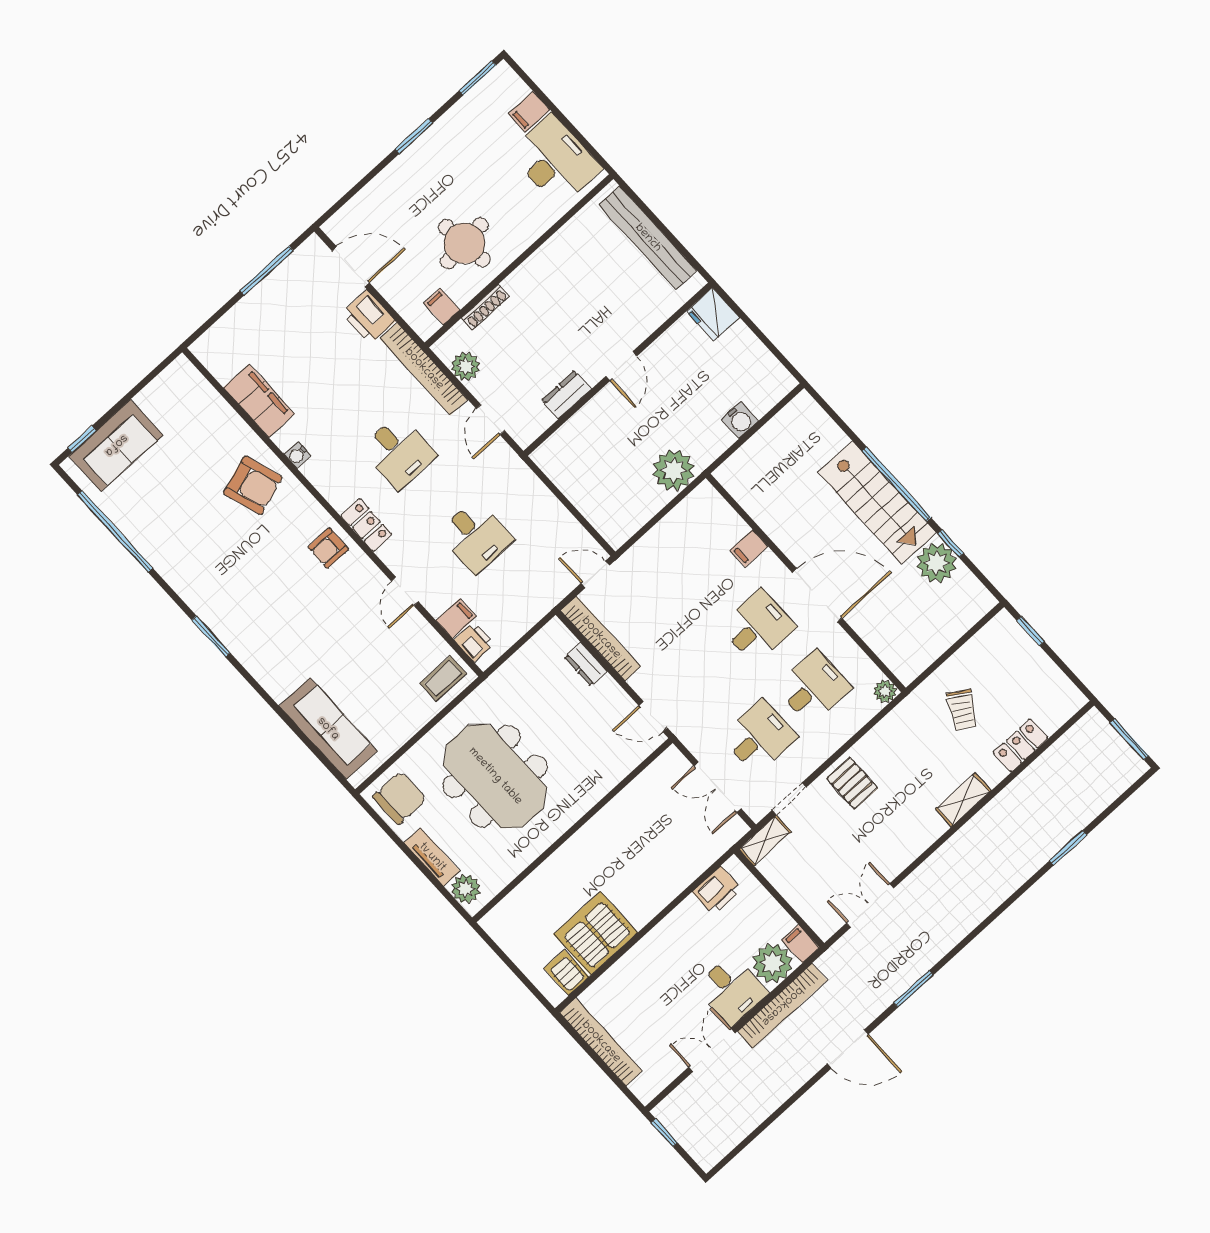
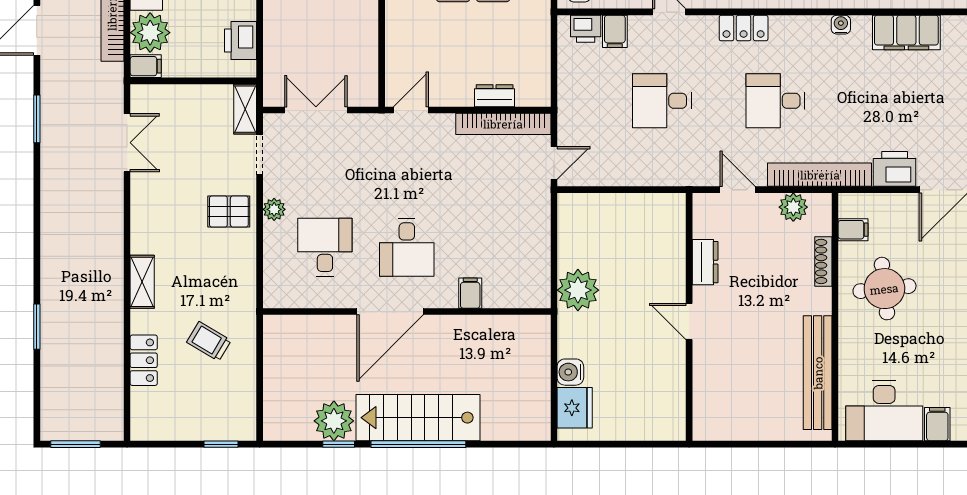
bench: (648, 238) -> (818, 373), moved, turned 90
fridge: (713, 314) -> (575, 408), moved, turned 90
desk: (813, 687) -> (325, 247), turned 180
plant: (885, 691) -> (274, 209), moved
desk: (759, 737) -> (325, 174), removed

